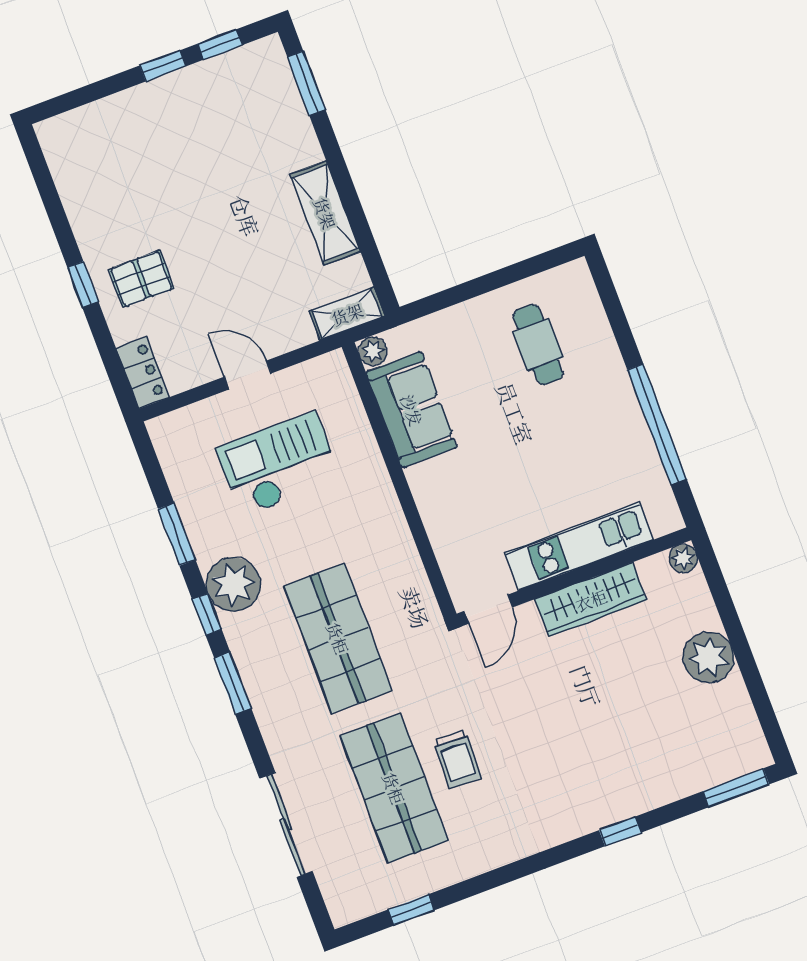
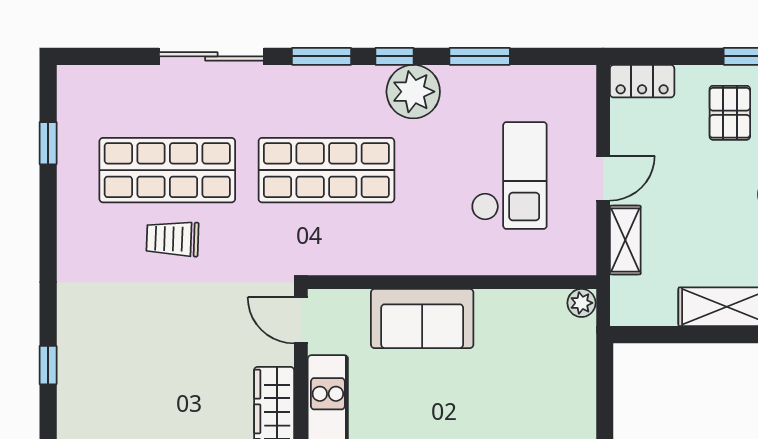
shelving: (347, 314) -> (625, 240), moved
sofa: (412, 410) -> (422, 318), moved
sliding door: (286, 825) -> (211, 56), moved

